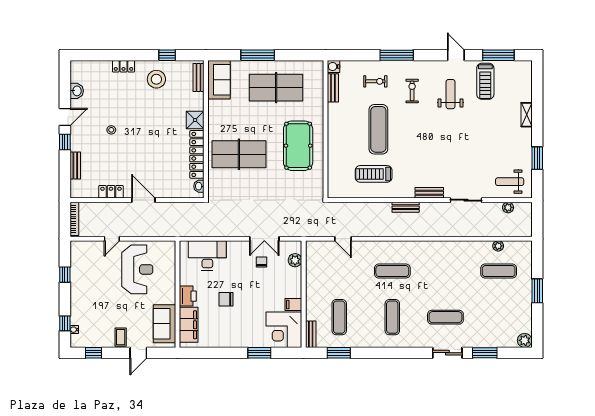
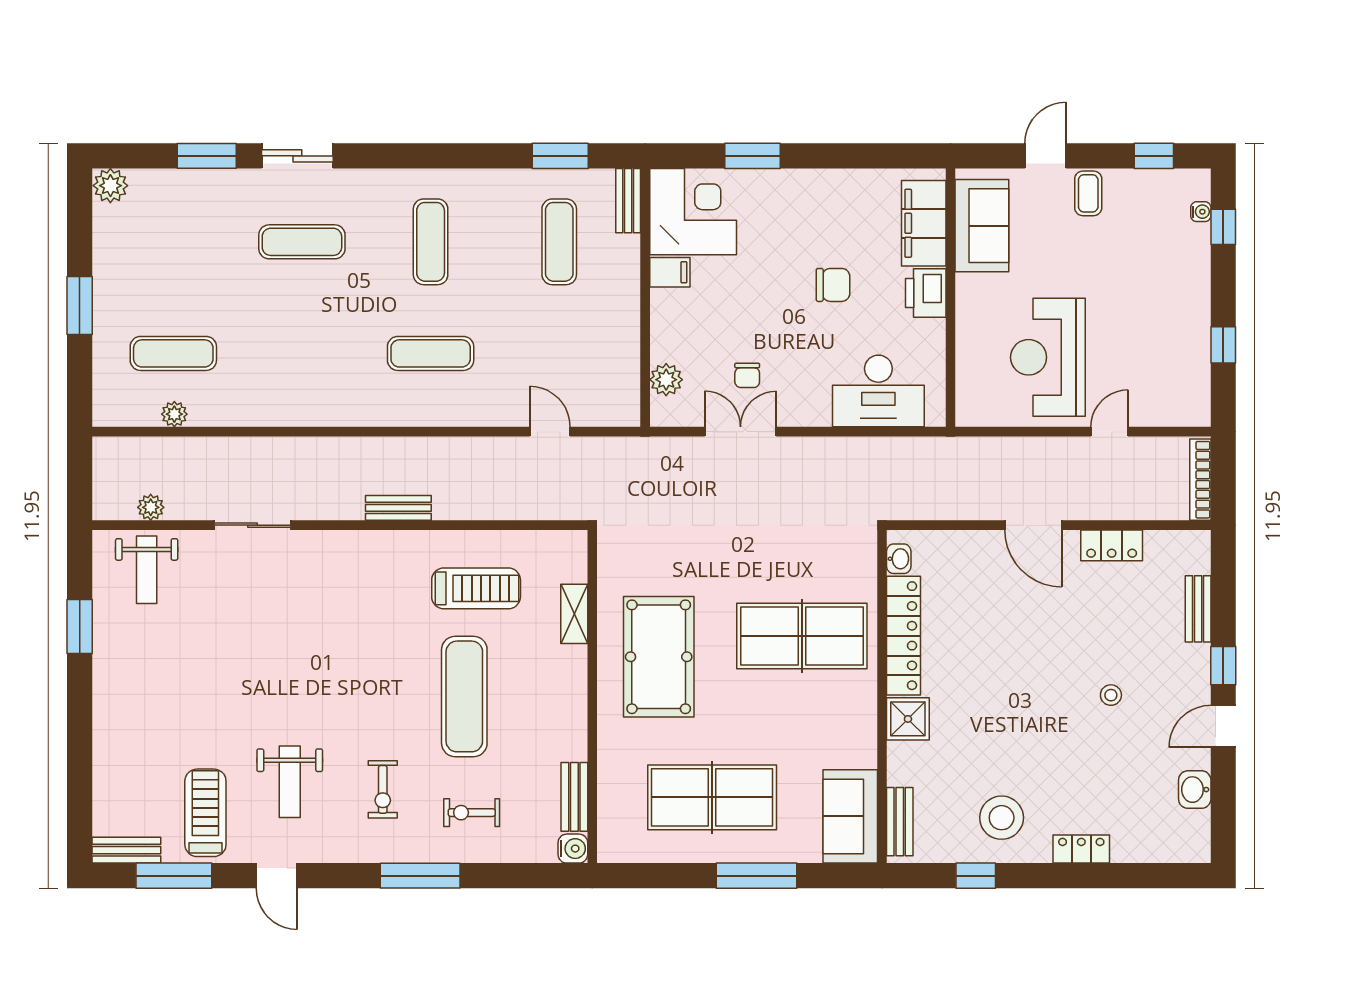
shelving: (527, 115) -> (574, 614), moved
weight bench: (510, 182) -> (147, 570), turned 90
bench: (429, 193) -> (126, 850), moved

